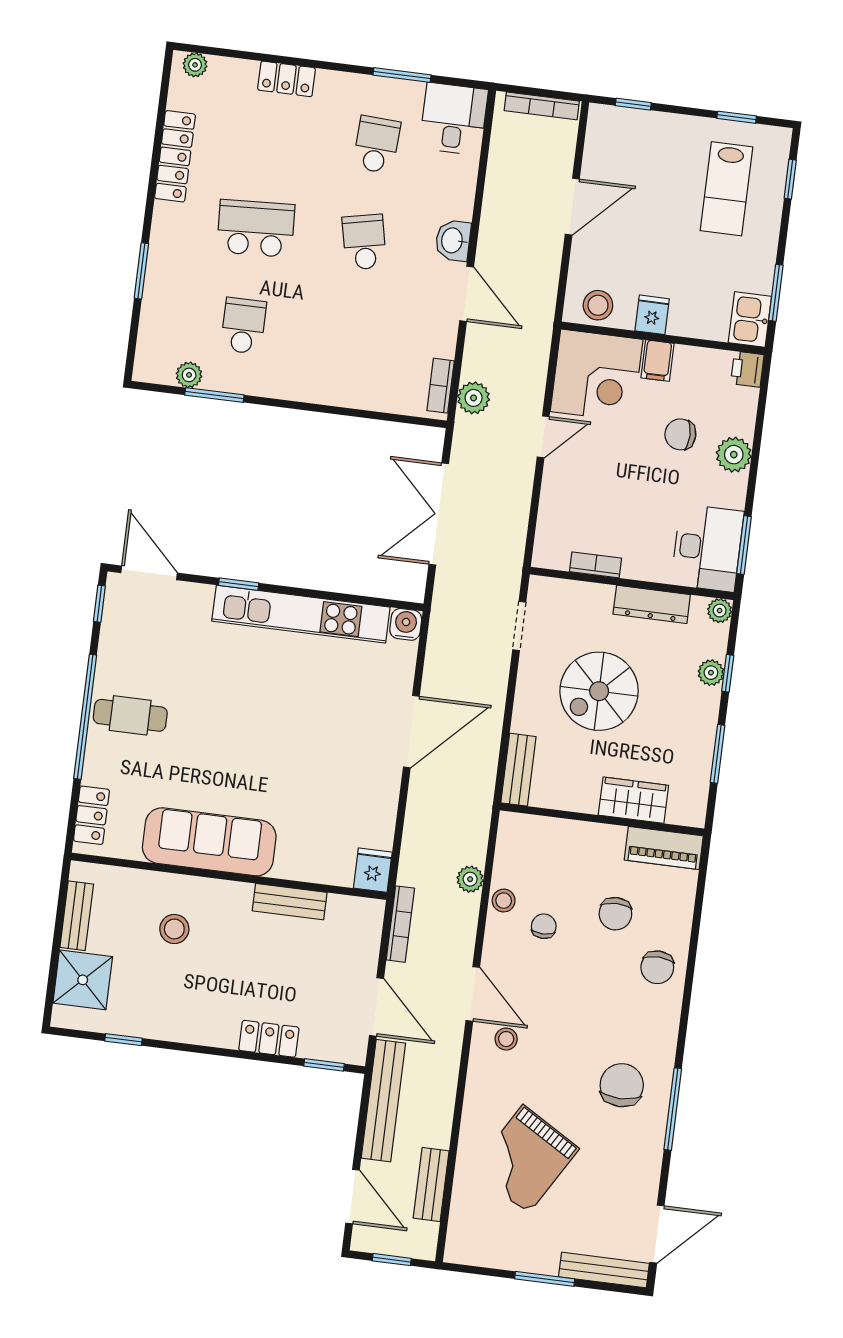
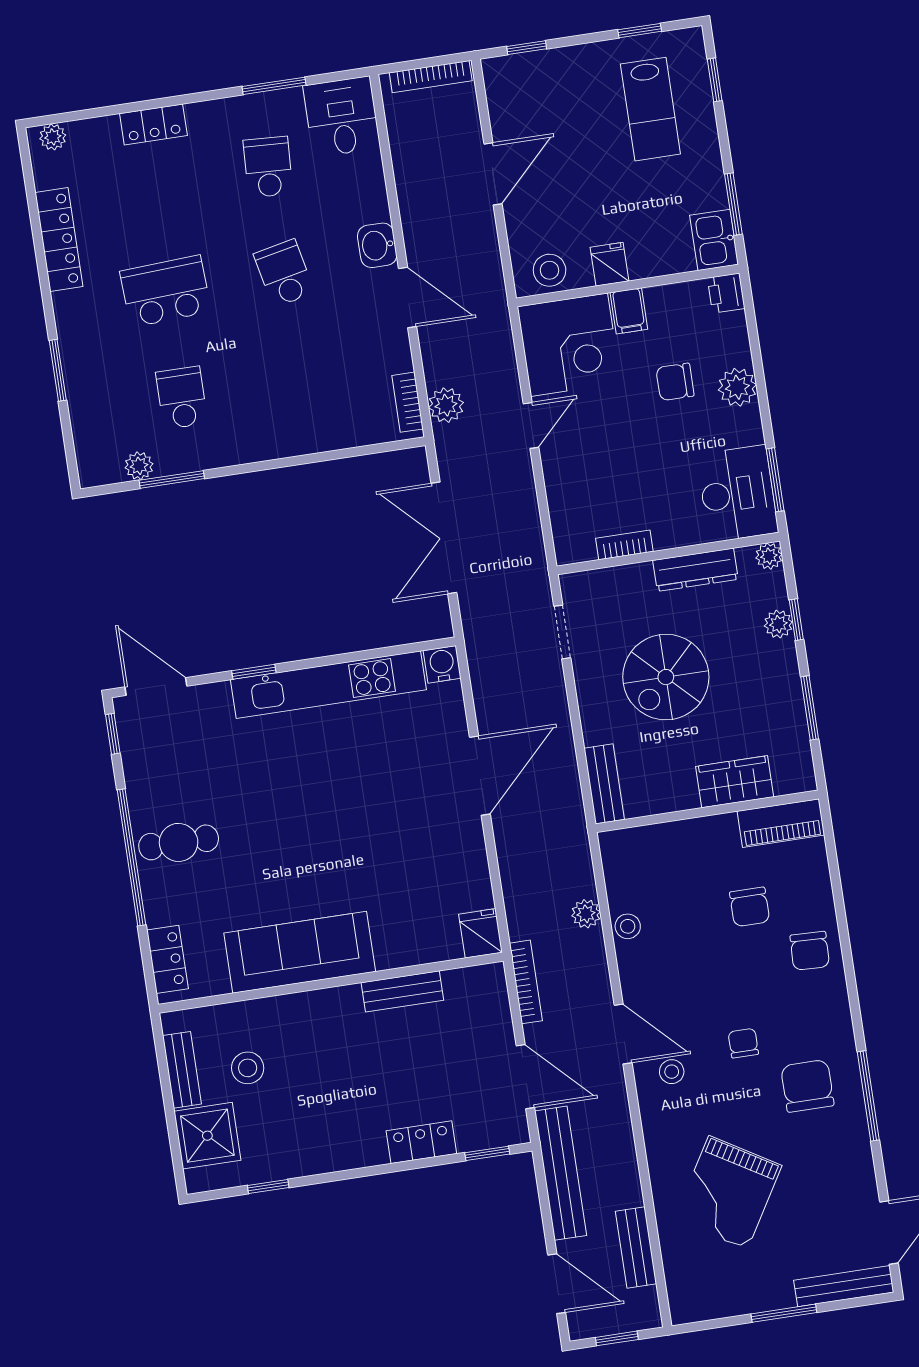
chair: (544, 926) -> (743, 1043), moved
stool: (174, 929) -> (248, 1068), moved

